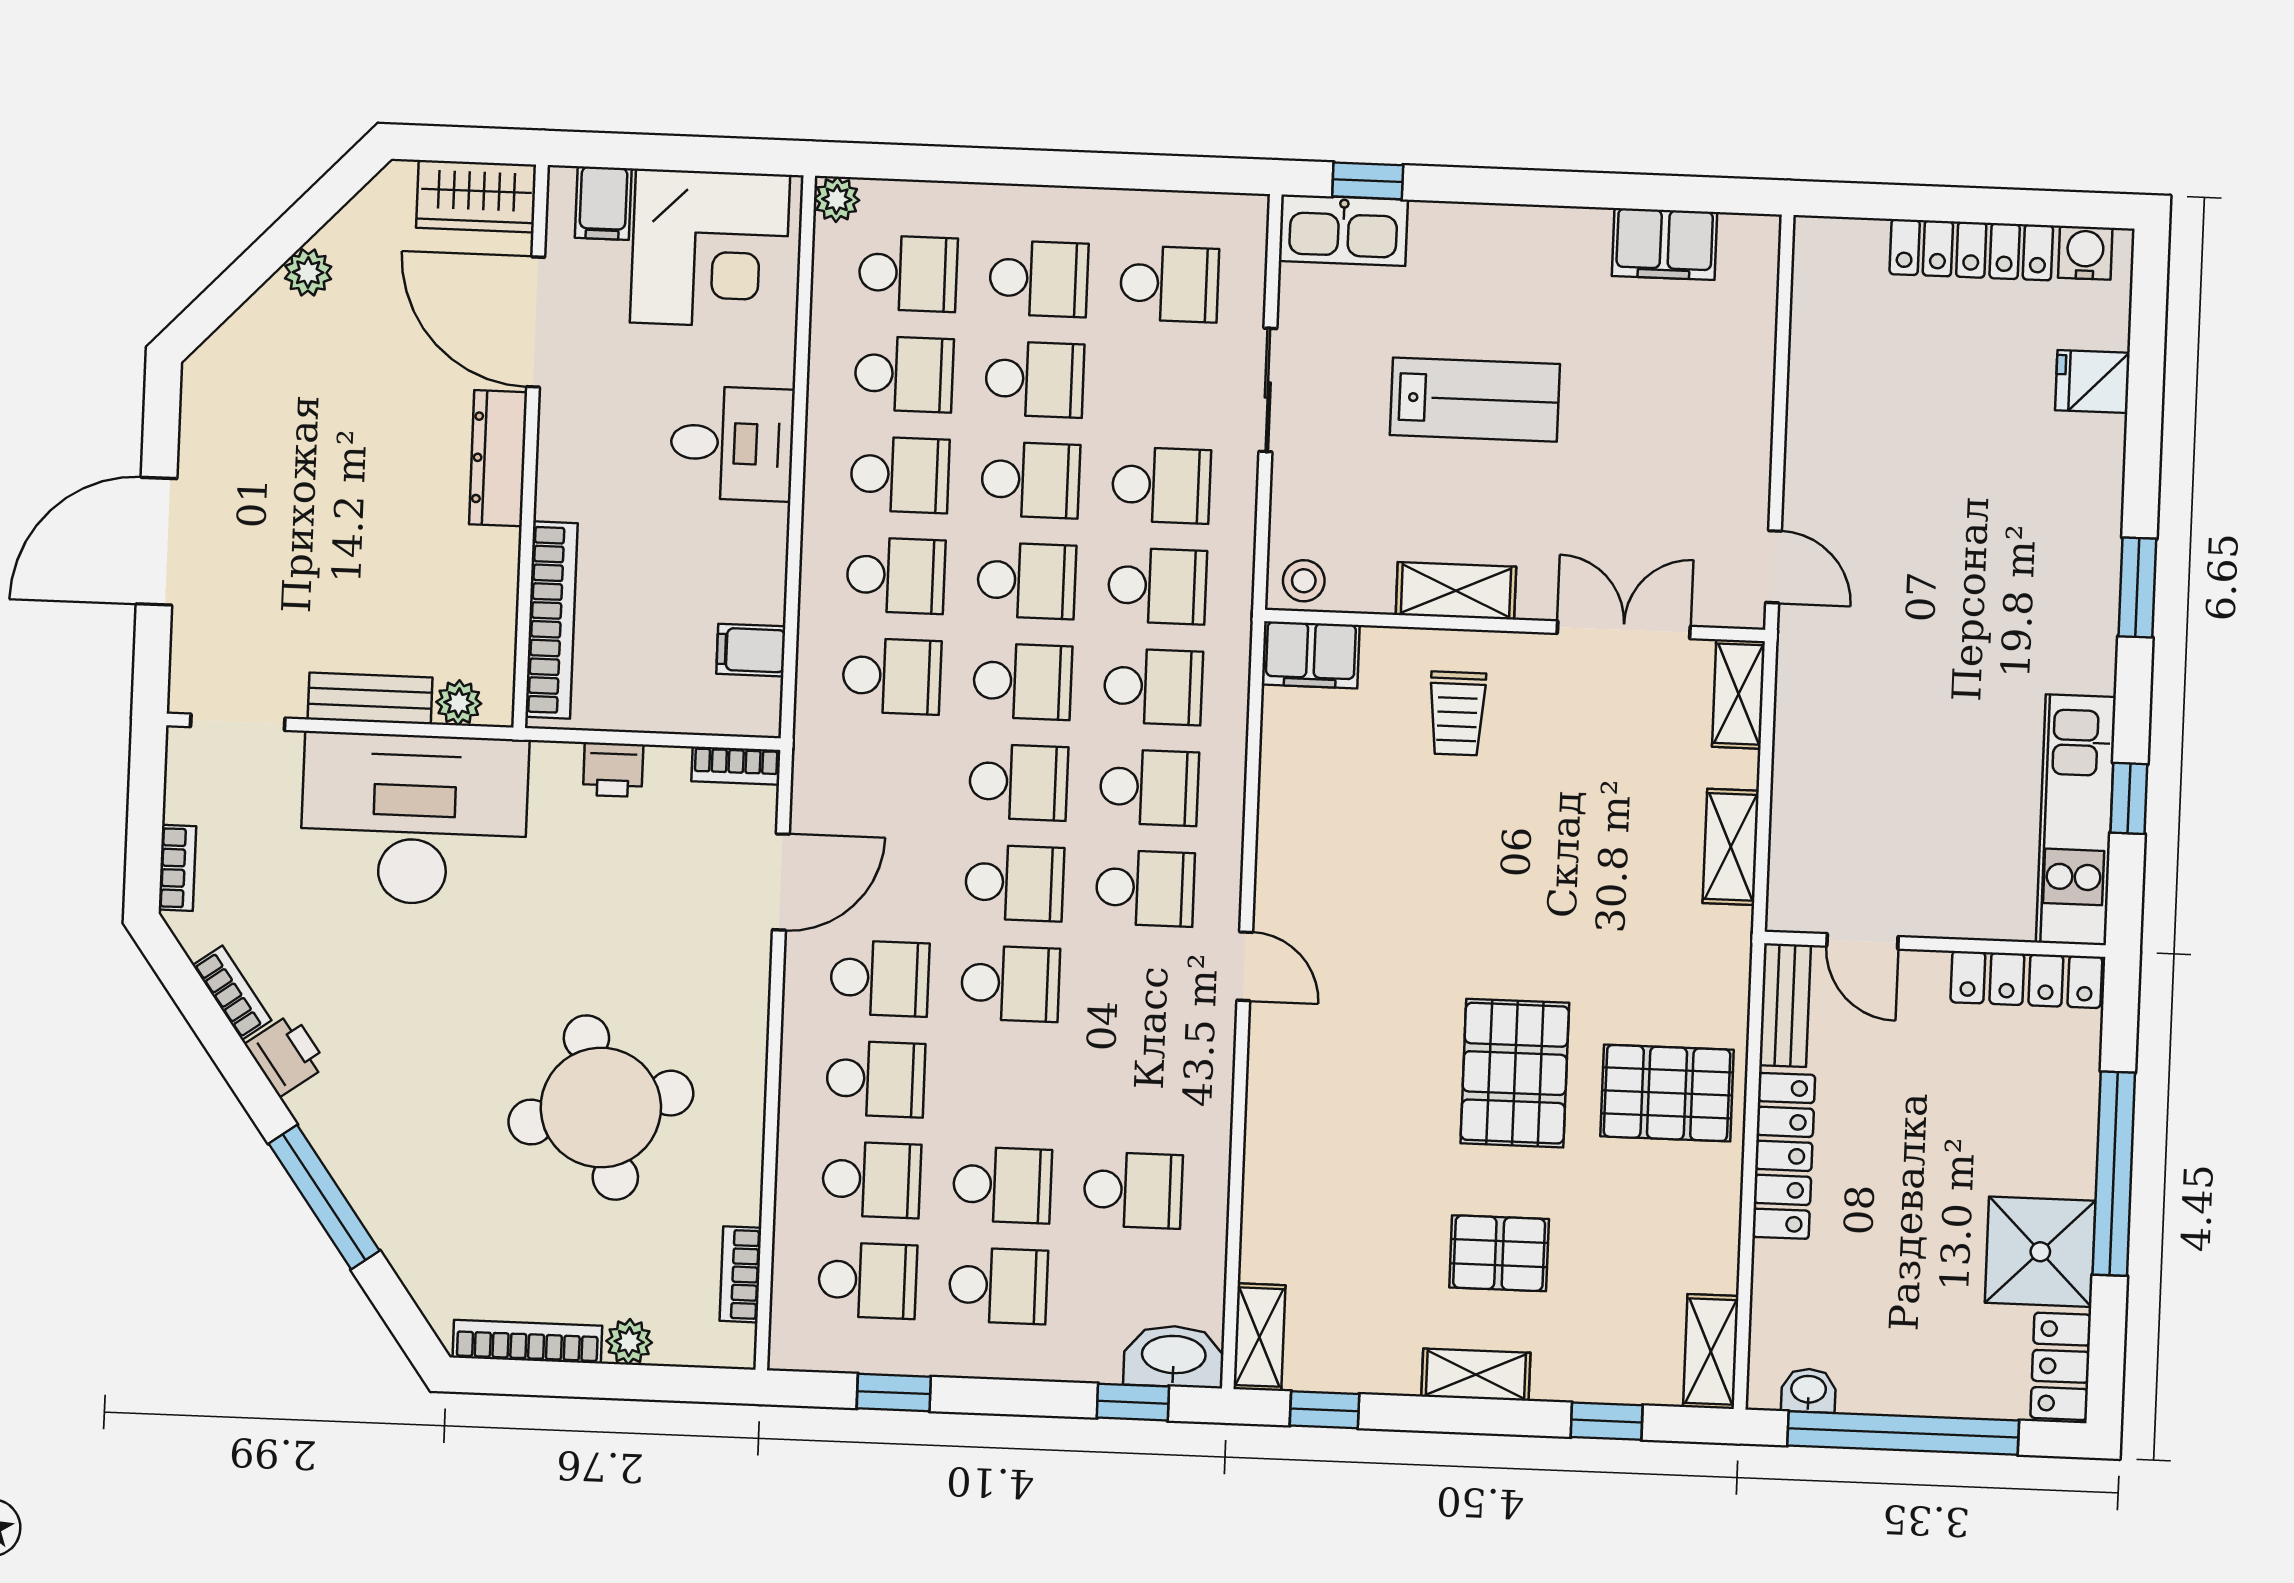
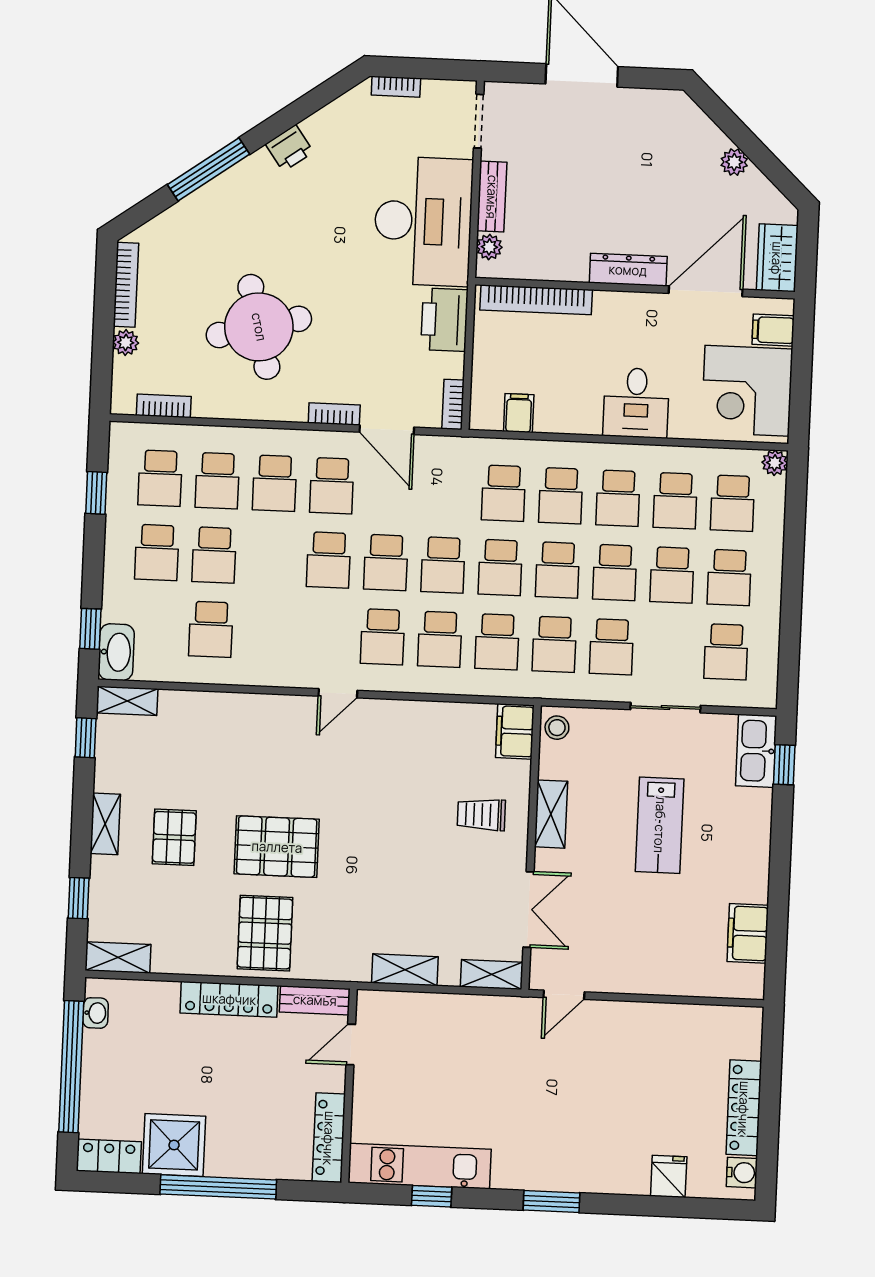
printer: (613, 770) -> (444, 320), width x1.87, depth x1.48
bookcase: (232, 993) -> (334, 414), moved, turned -144

